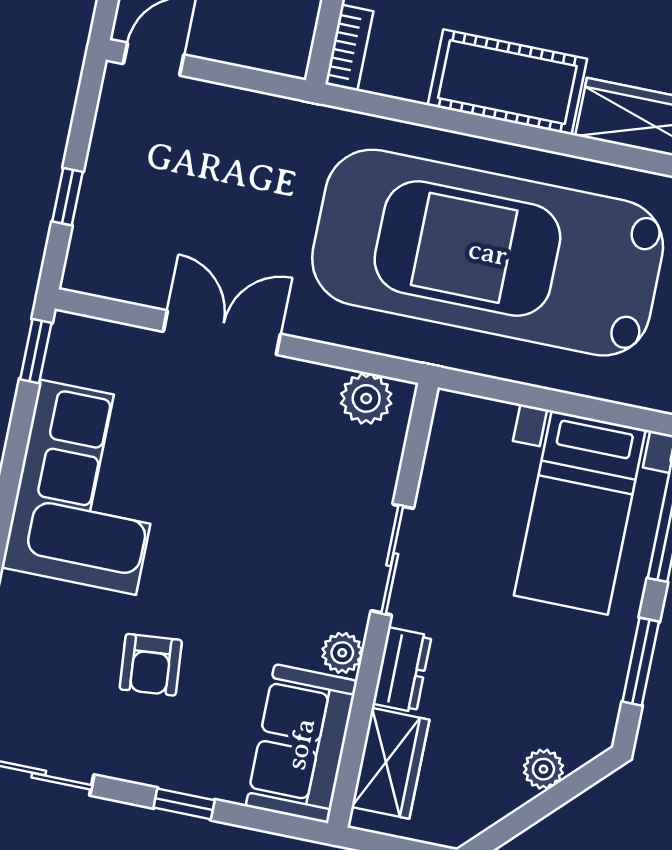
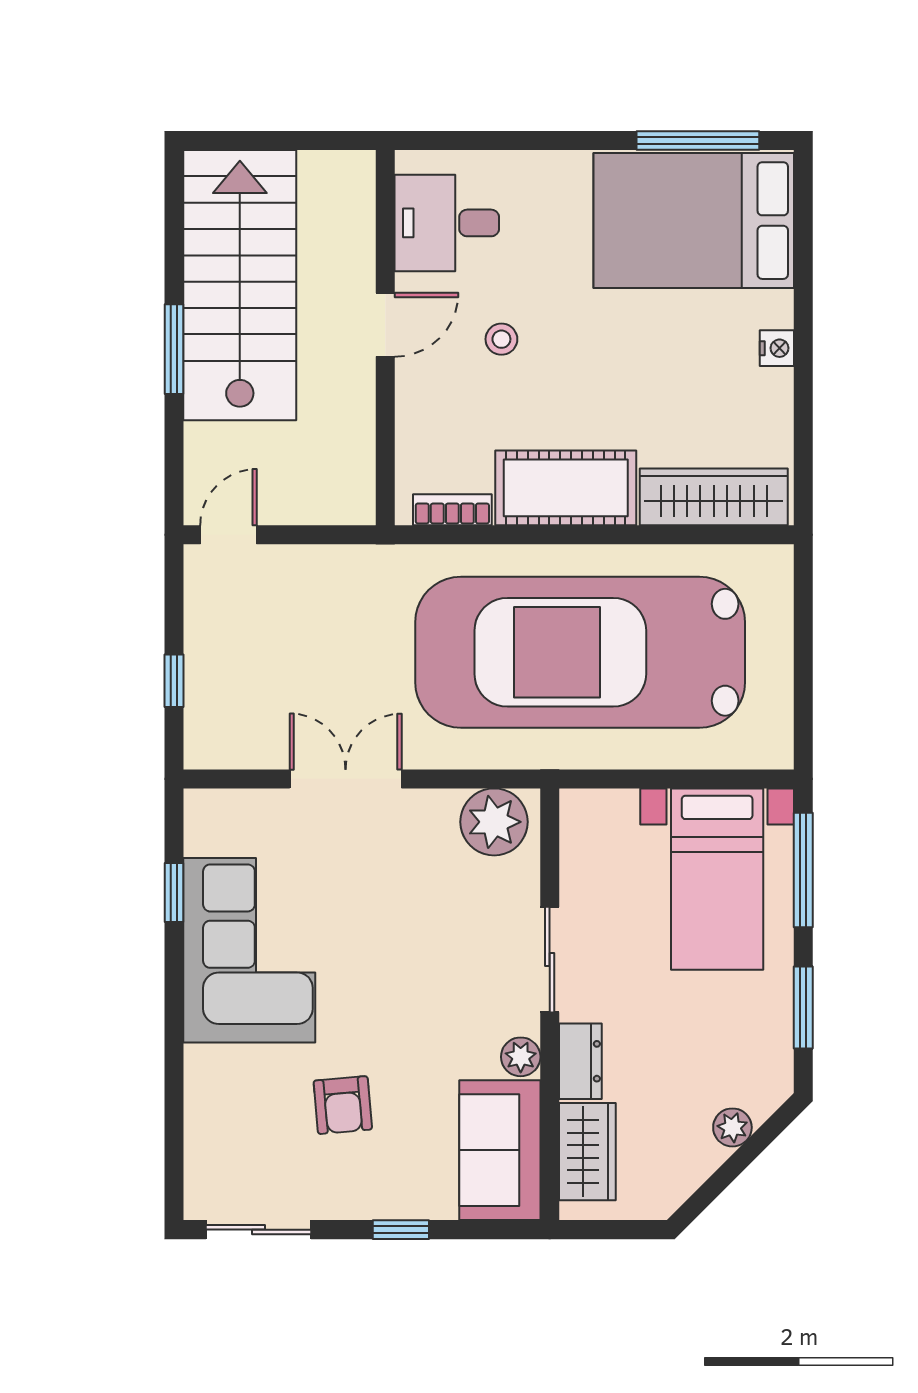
bookcase: (349, 48) -> (452, 510), moved, turned -90
window: (36, 351) -> (174, 892), moved
plant: (366, 398) -> (494, 822), width x1.36, depth x1.36

